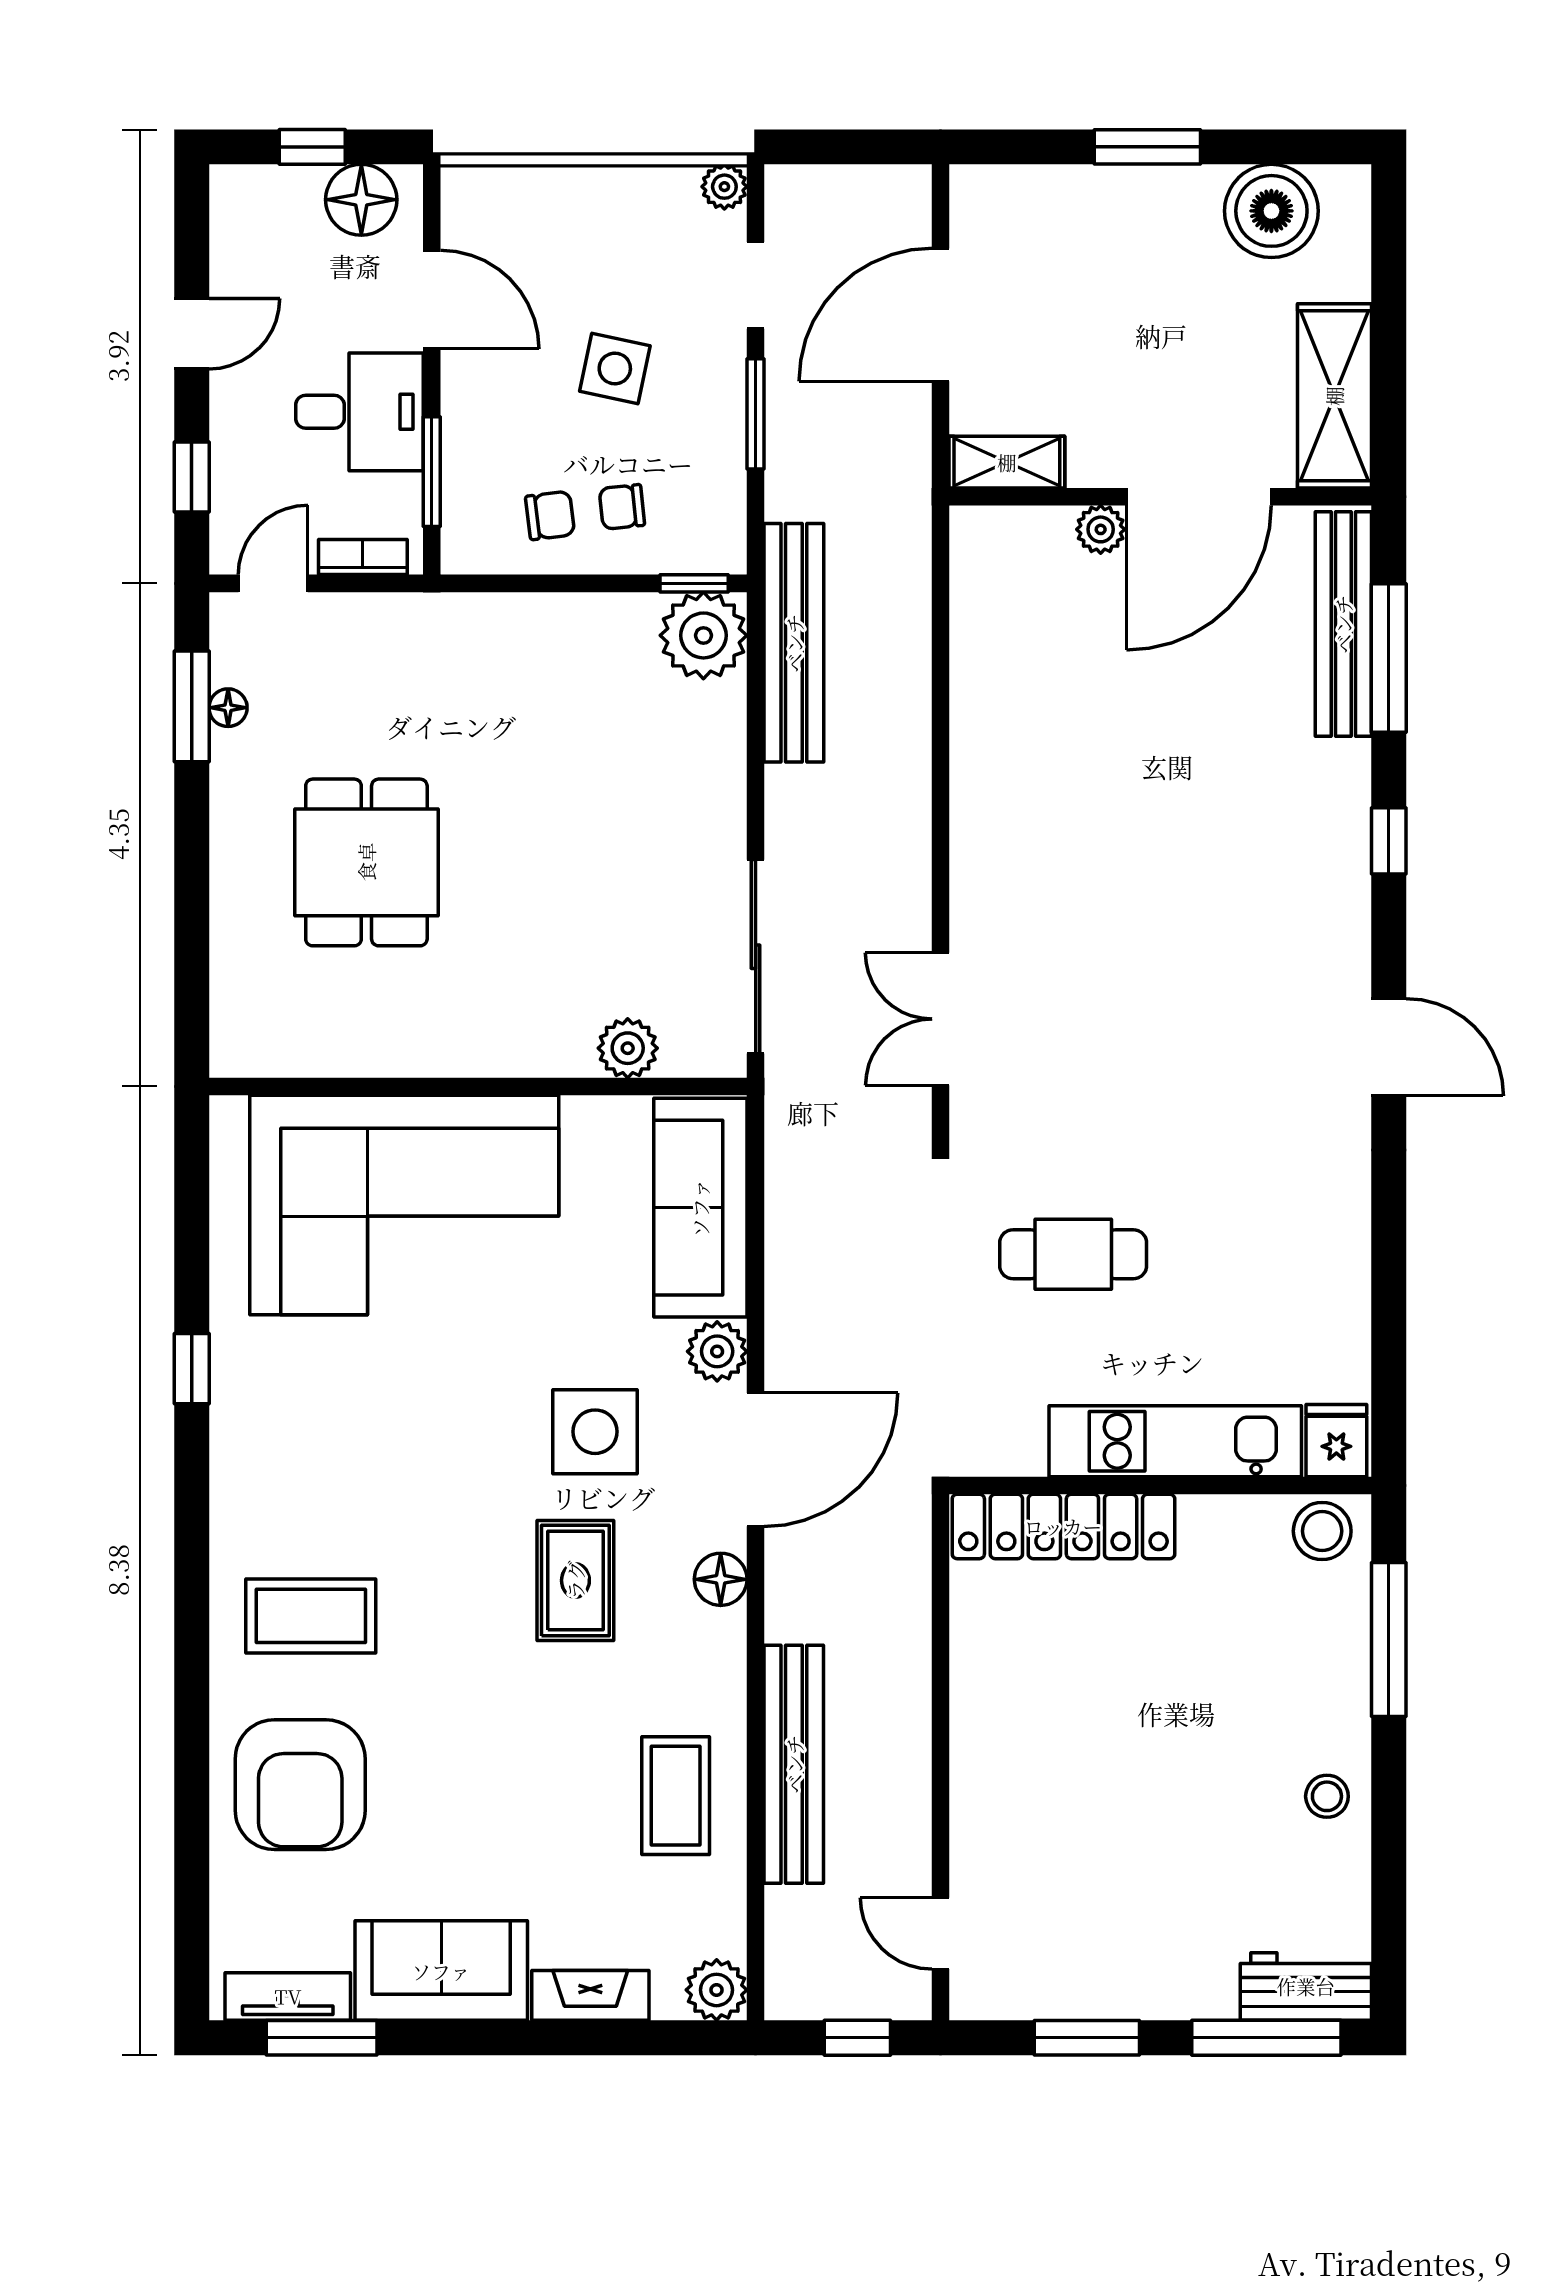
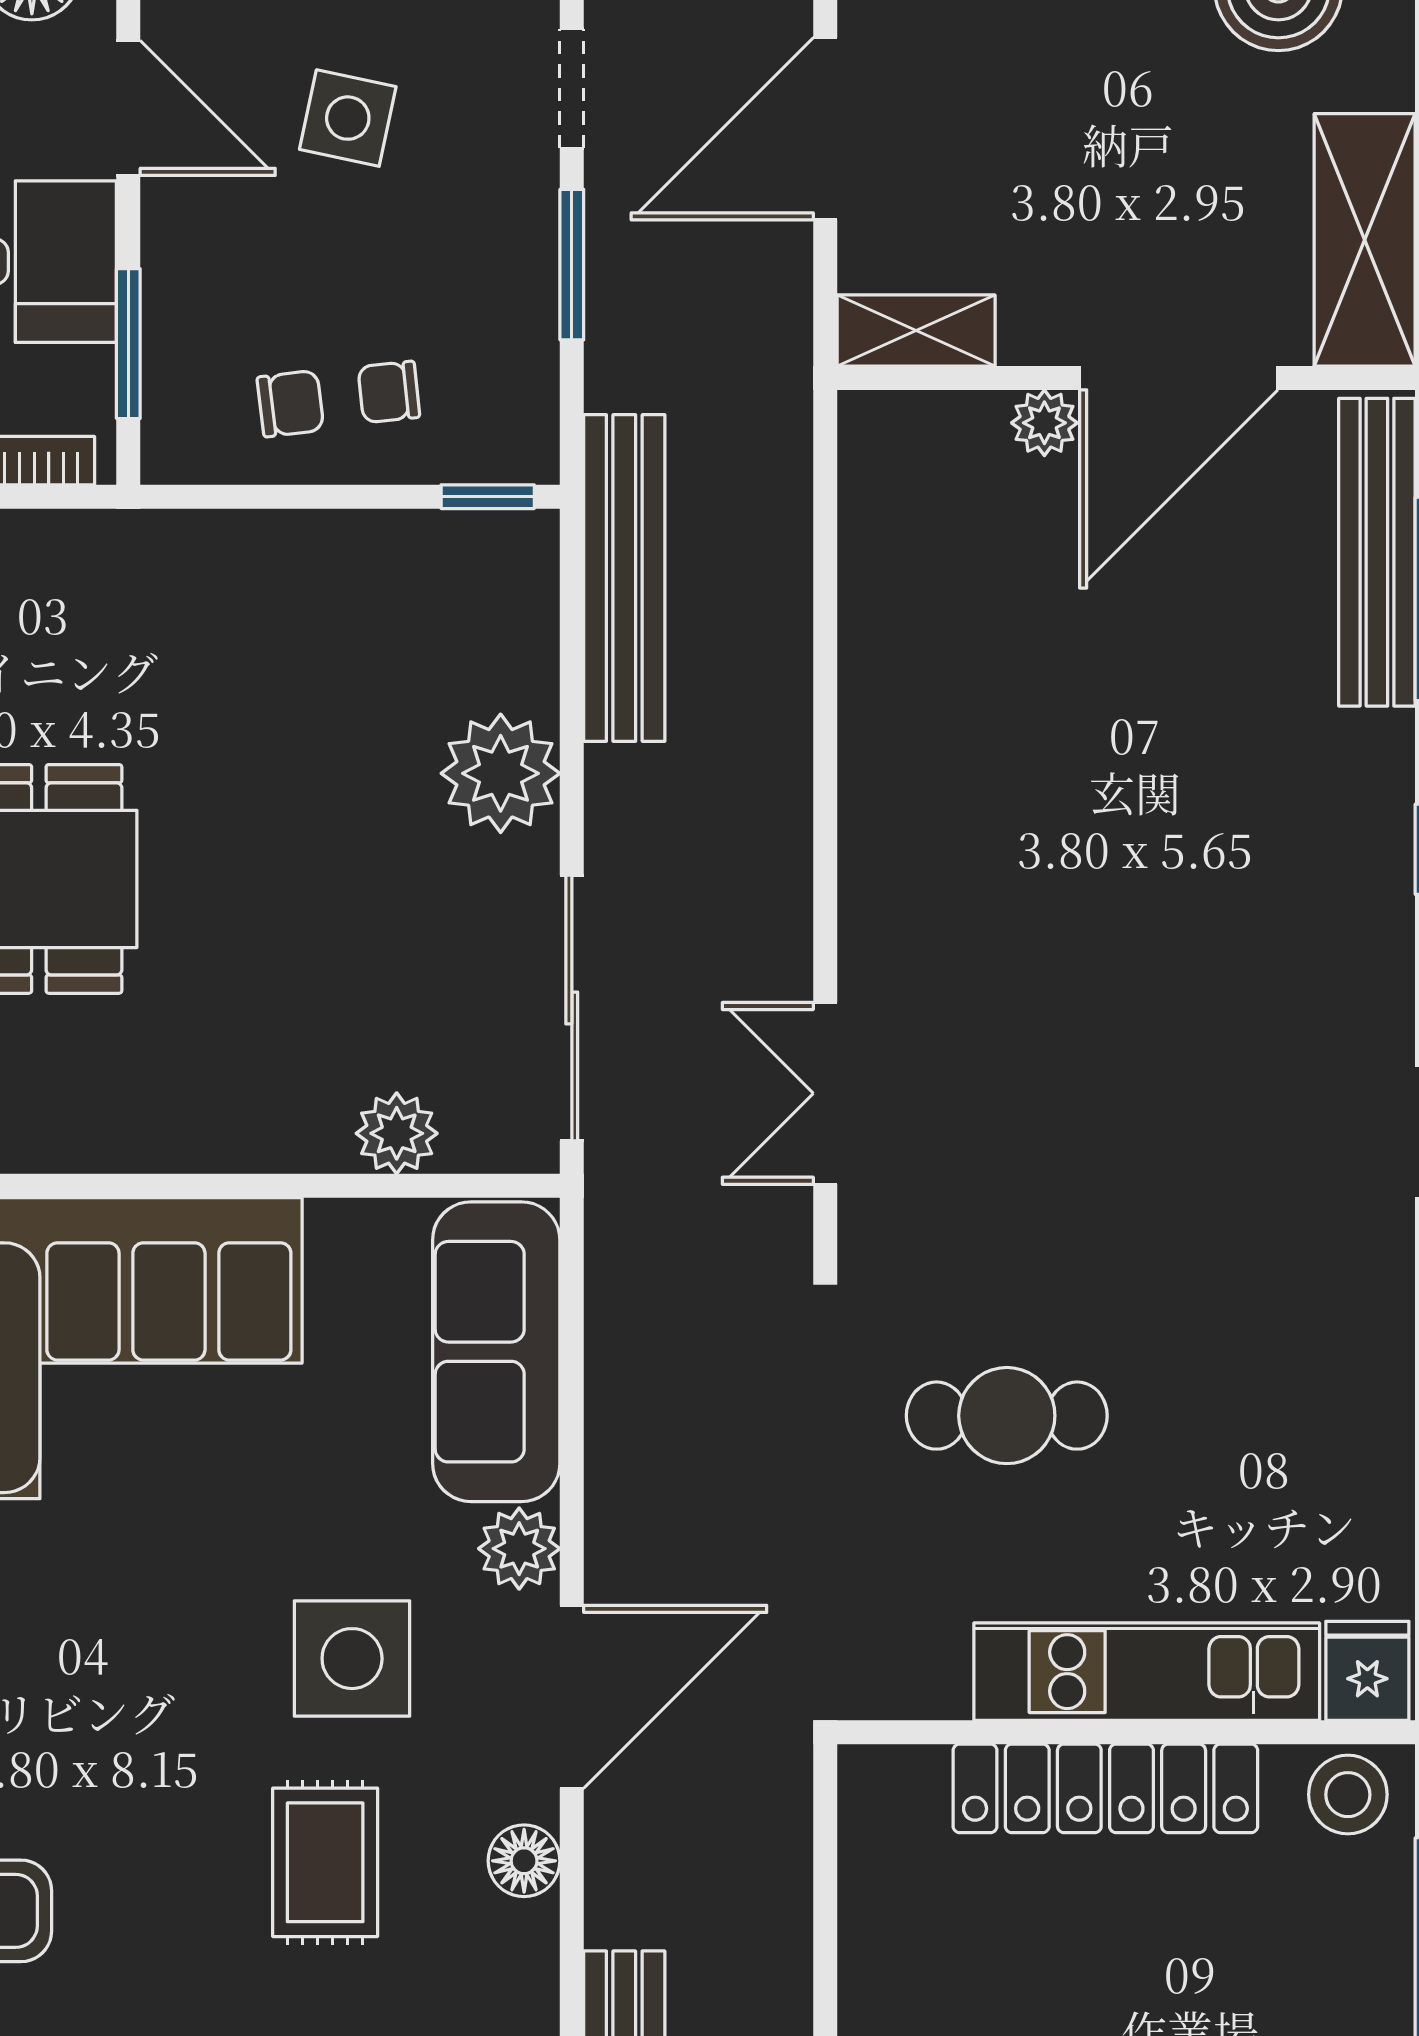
side table: (615, 368) -> (348, 118), moved
plant: (703, 635) -> (501, 773), moved
locker: (1063, 1526) -> (1105, 1788), moved

